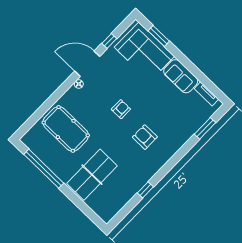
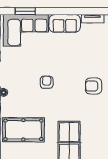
armchair: (145, 137) -> (94, 86), moved

